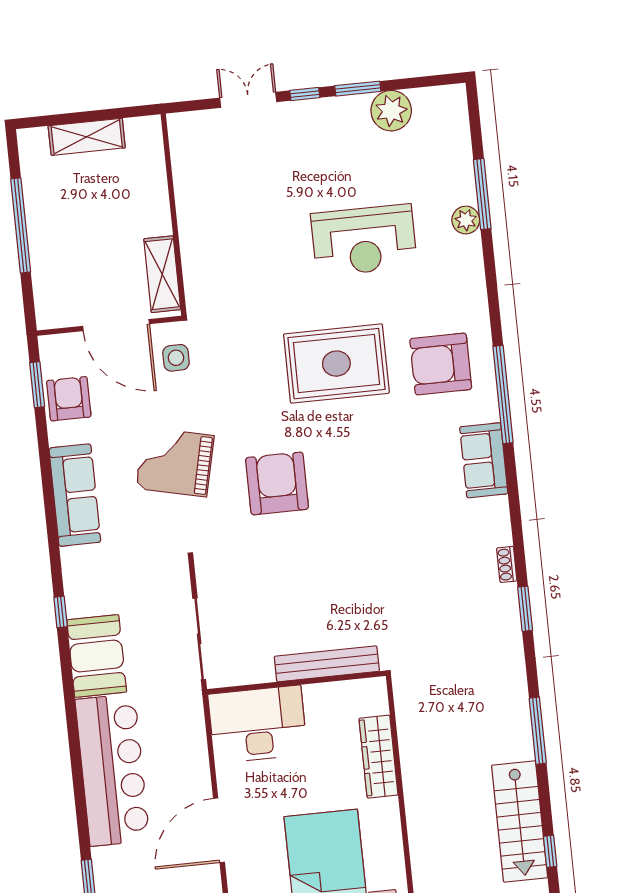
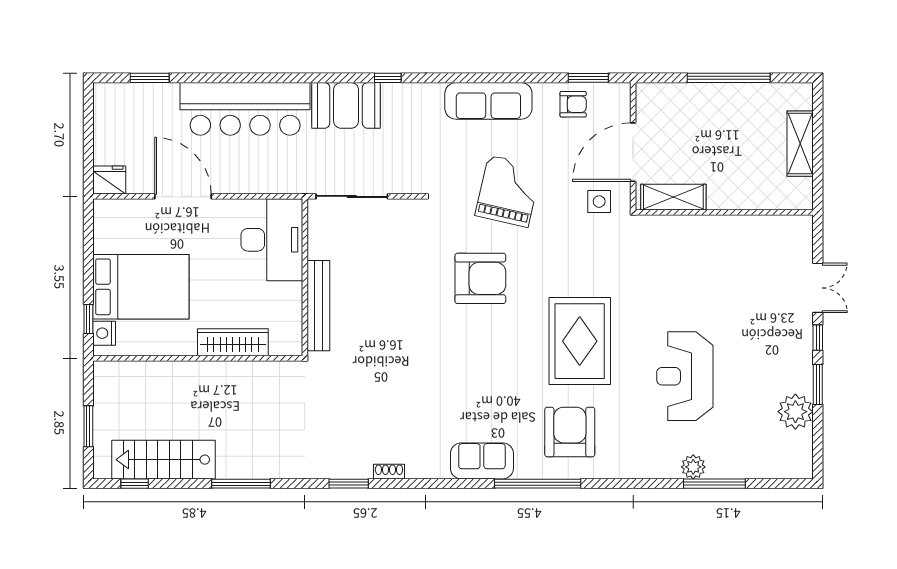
armchair: (69, 399) -> (573, 104), width x0.72, depth x0.72

